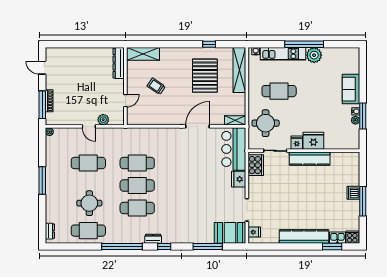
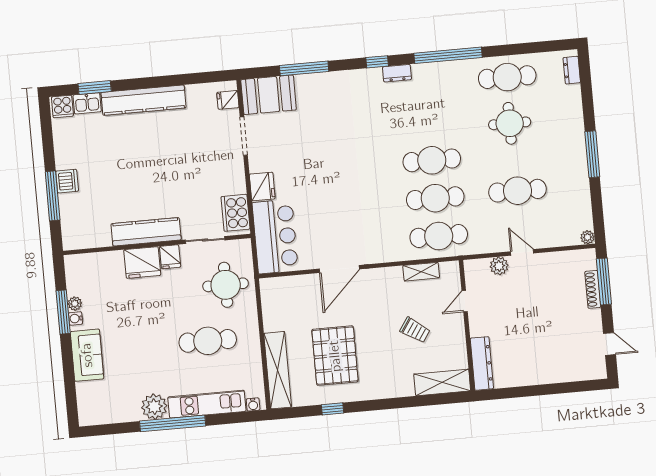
shelving: (235, 120) -> (421, 272), moved
window: (363, 201) -> (53, 196), moved
cafe table: (137, 208) -> (439, 236), moved

